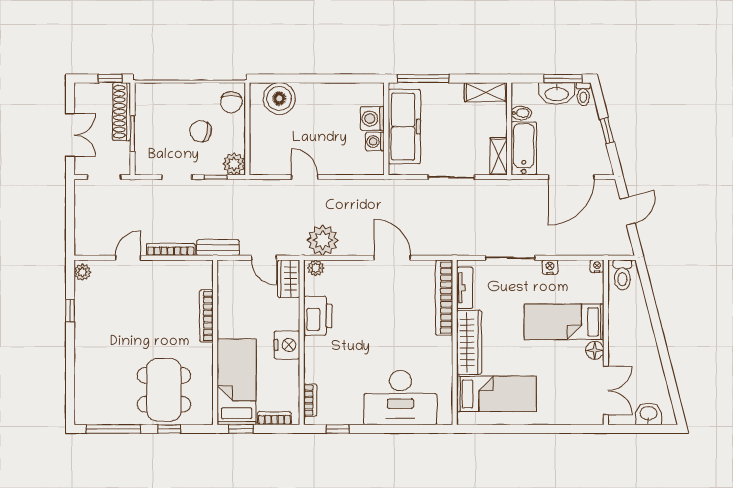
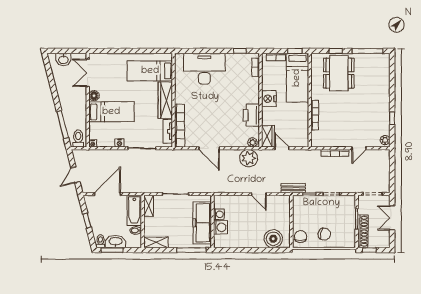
chair: (201, 131) -> (324, 234), moved
plant: (234, 164) -> (299, 202), removed
bench: (218, 248) -> (293, 188), moved
window: (650, 300) -> (63, 124), added

